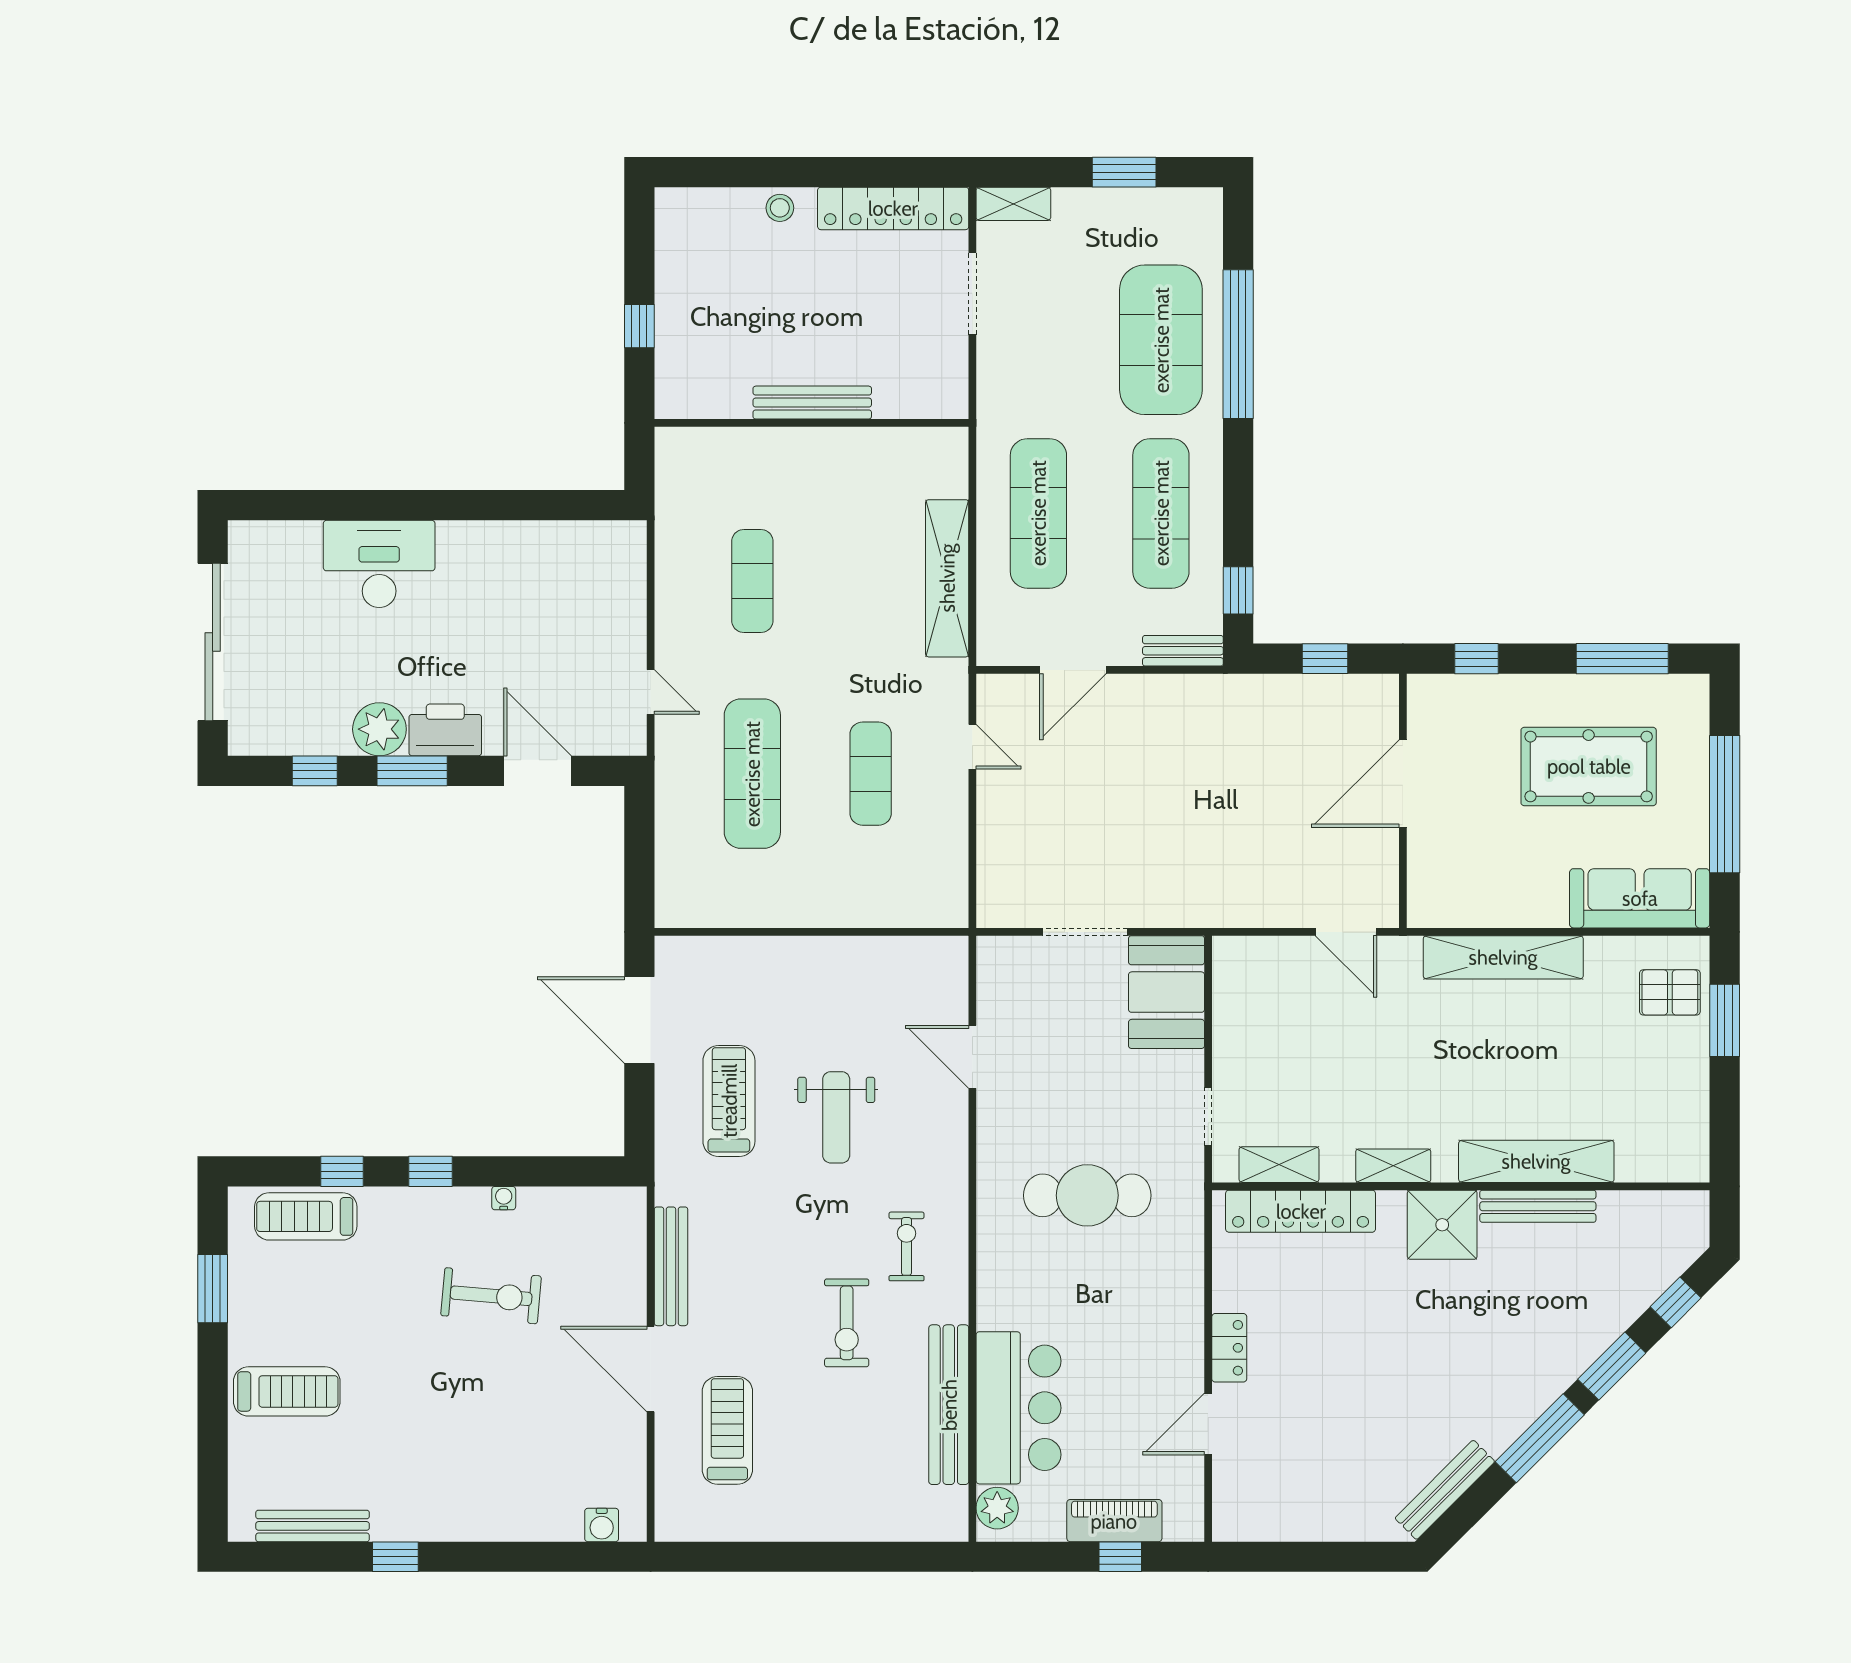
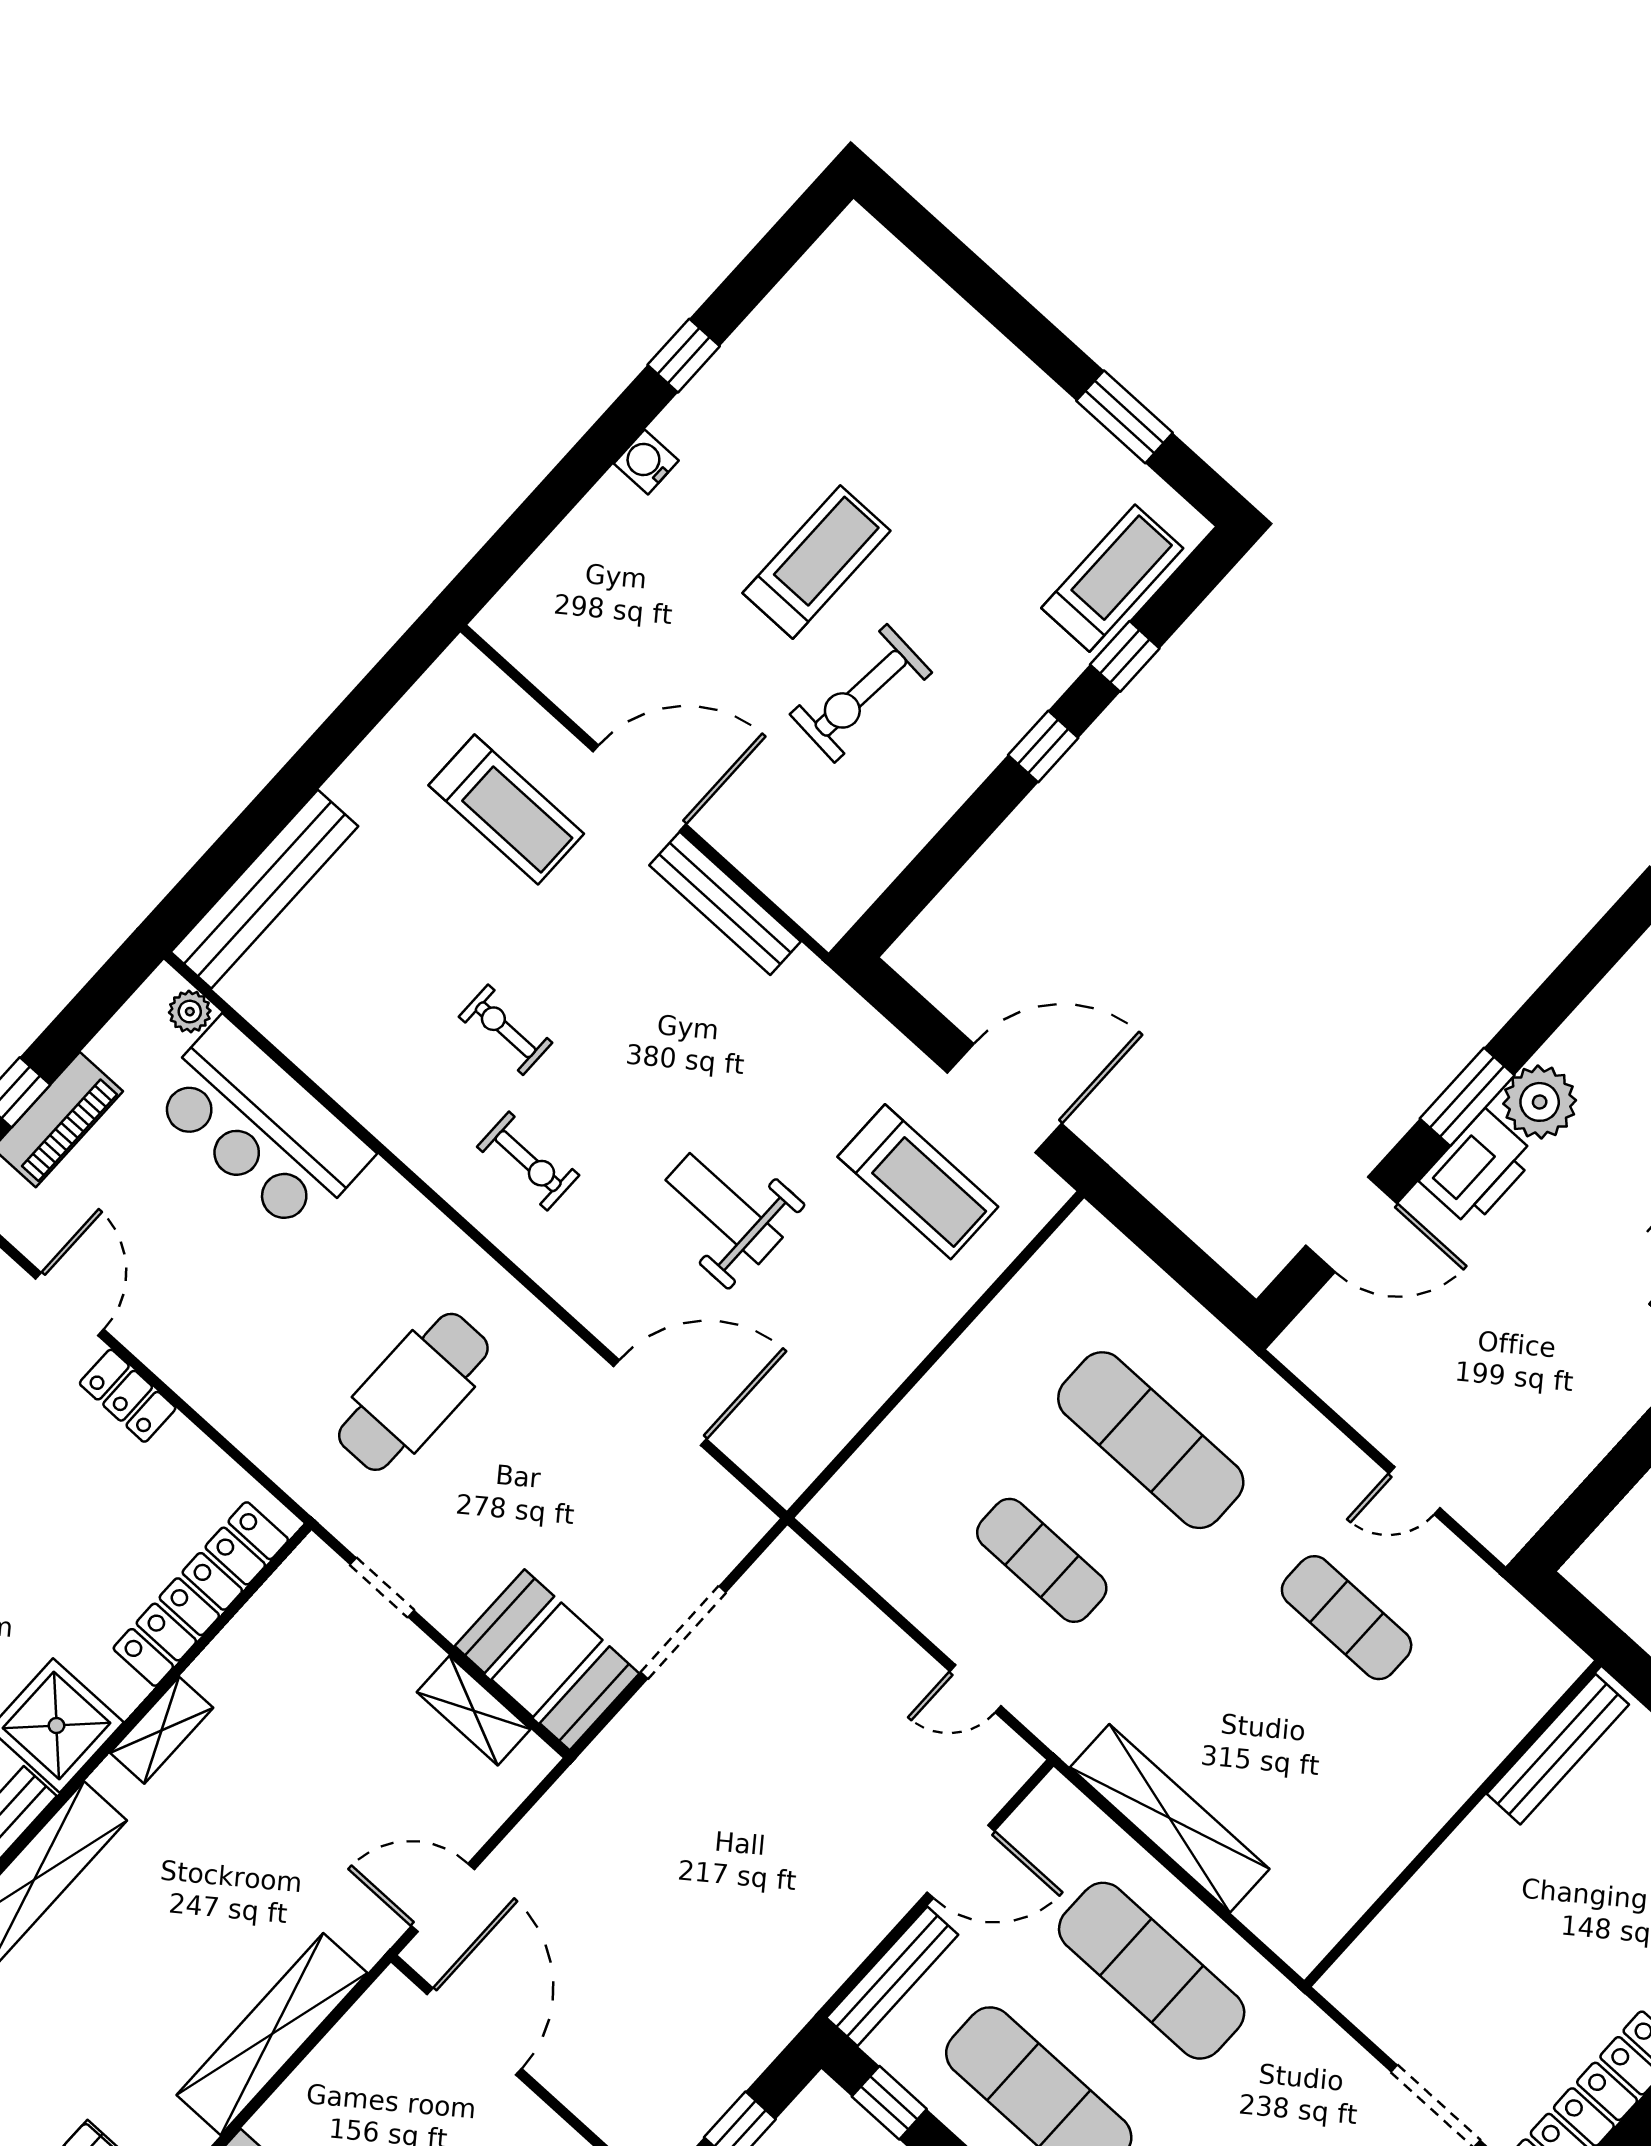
bench: (812, 403) -> (1558, 1749), moved
bench: (1183, 651) -> (892, 1976), width x1.36
door: (1073, 670) -> (961, 1862), swing flipped
door: (651, 692) -> (1414, 1491), moved
window: (315, 771) -> (1557, 998), removed
door: (1403, 784) -> (474, 2031), moved
door: (972, 1057) -> (660, 1403), width x1.36
treadmill: (729, 1101) -> (918, 1182), moved
shelving: (1279, 1165) -> (474, 1711), moved, turned 90
water cooler: (504, 1198) -> (948, 796), removed
exercise bike: (847, 1323) -> (506, 1030), width x0.73, depth x0.72
treadmill: (287, 1391) -> (817, 562), moved, turned 180
bench: (949, 1405) -> (265, 889), moved, turned 90
plant: (997, 1508) -> (190, 1012), width x0.73, depth x0.73
water cooler: (602, 1525) -> (646, 462), moved
bench: (313, 1526) -> (791, 300), removed

